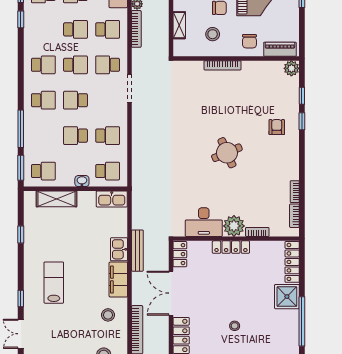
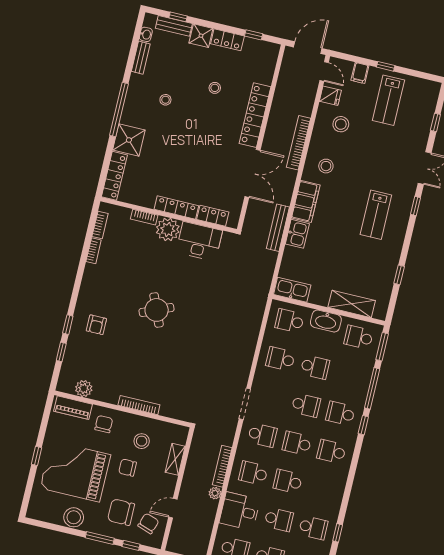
window: (21, 19) -> (363, 425), moved
plant: (291, 68) -> (84, 389), moved
washbasin: (82, 181) -> (326, 321), width x1.91, depth x1.45
locker: (180, 254) -> (213, 216), moved, turned 90
stool: (235, 326) -> (165, 100), moved

